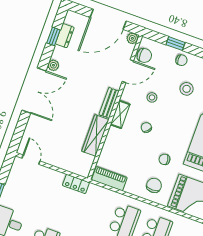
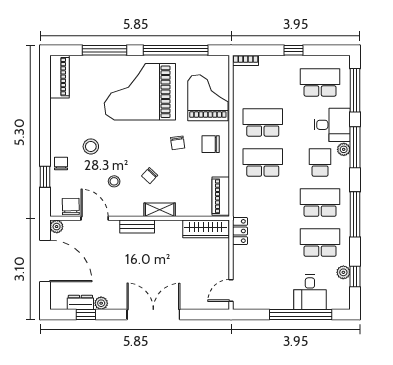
plant: (53, 65) -> (101, 303), moved
shelving: (120, 114) -> (160, 210), moved
wardrobe: (95, 135) -> (206, 229), moved

